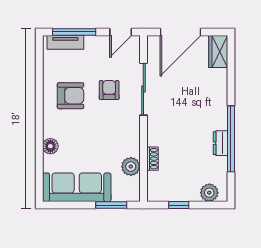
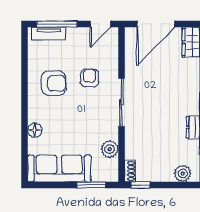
sliding door: (143, 89) -> (121, 102), moved
shoe rack: (153, 159) -> (130, 171), moved
window: (179, 205) -> (140, 185), moved

